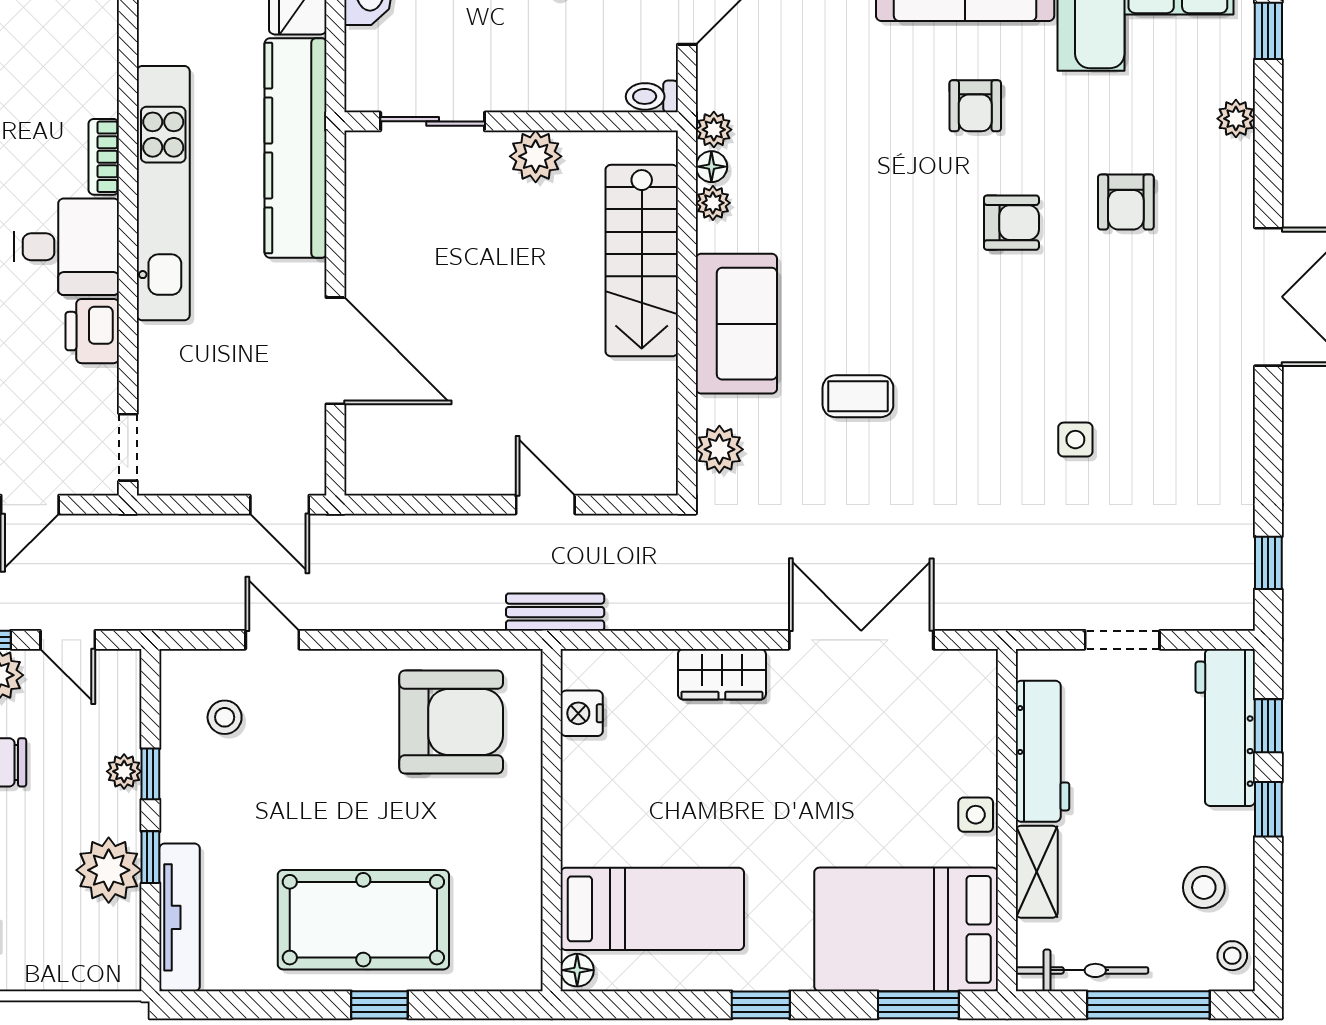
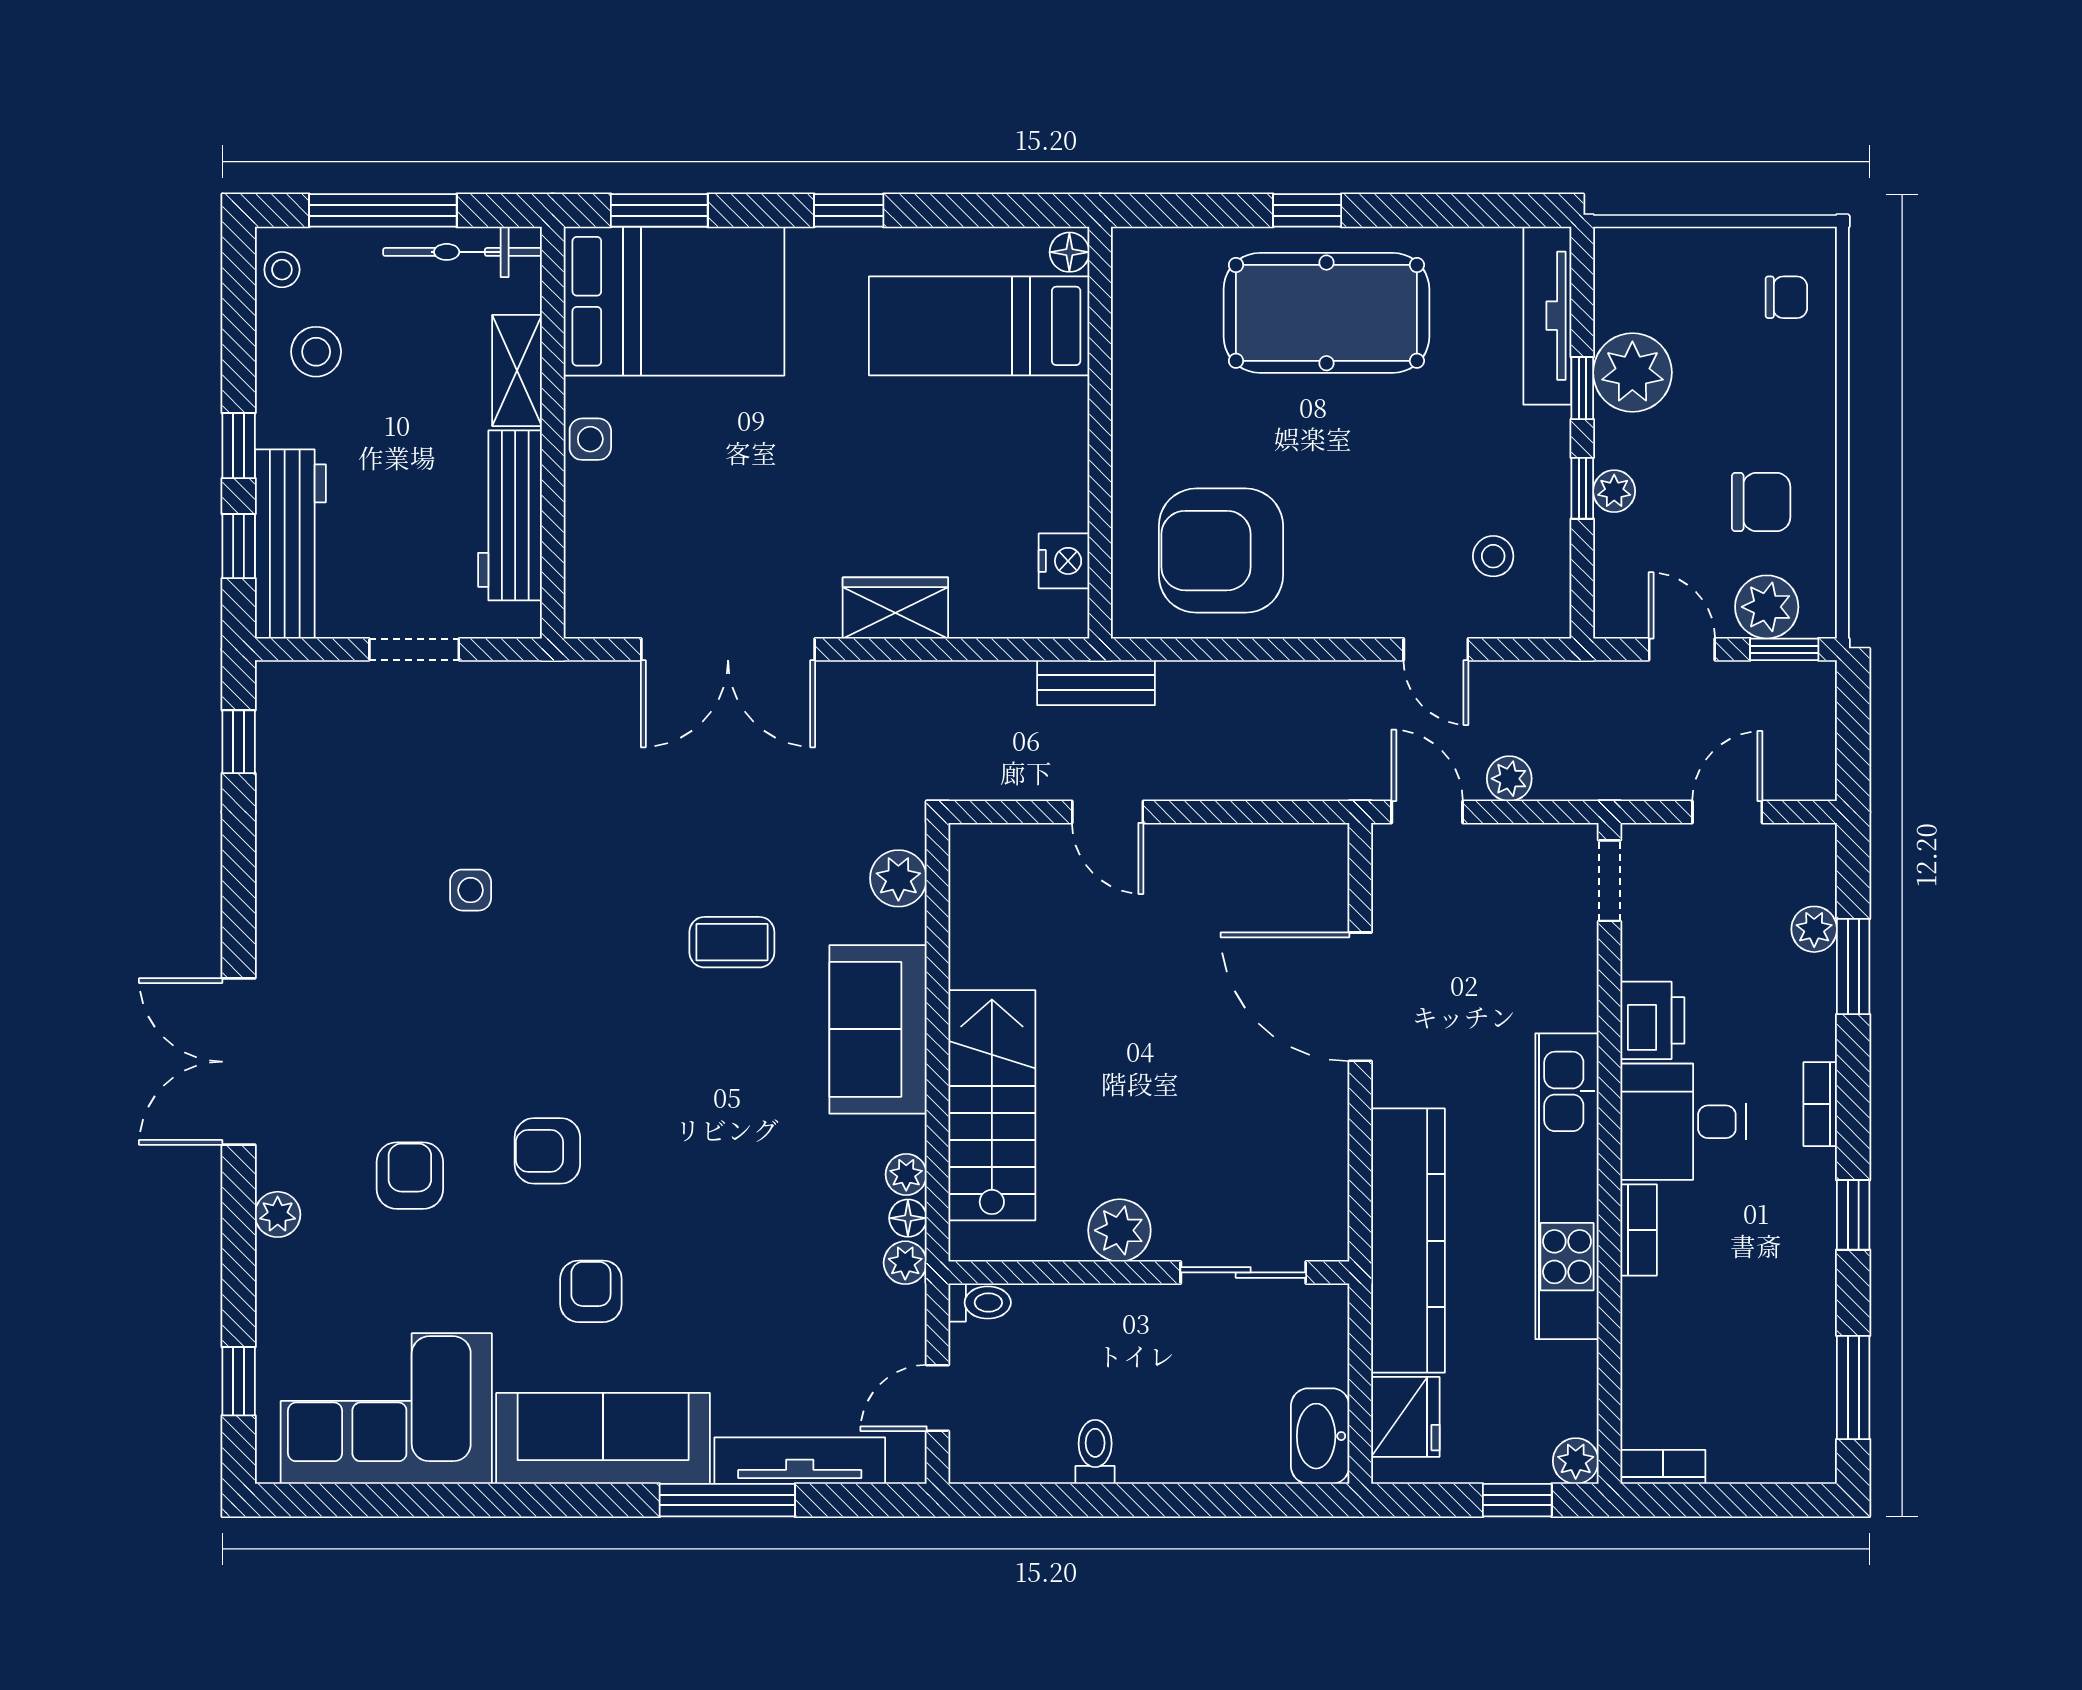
plant: (1236, 119) -> (278, 1214), moved
plant: (211, 532) -> (1509, 779), added

